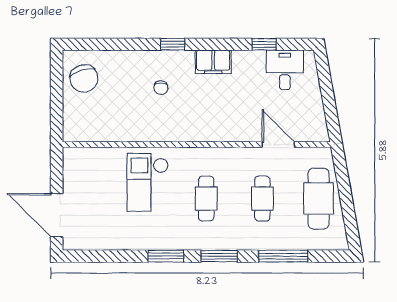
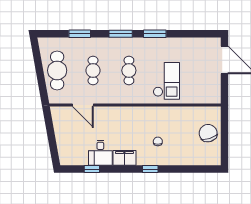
desk: (285, 70) -> (100, 153), moved
chair: (84, 78) -> (208, 133), moved
window: (283, 256) -> (80, 34), width x0.69

